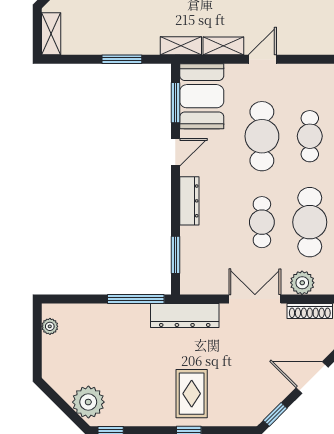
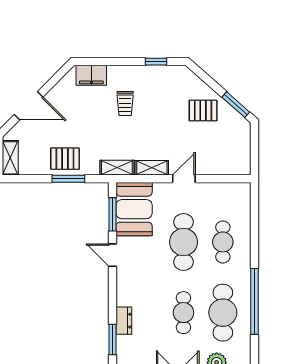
pallet: (118, 35) -> (65, 159), added
door: (175, 152) -> (112, 255), swing flipped
dresser: (189, 201) -> (124, 321), moved, width x0.70

